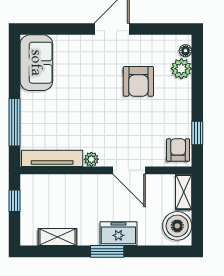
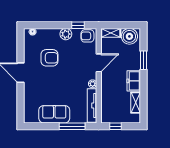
sofa: (36, 63) -> (54, 114), moved
plant: (181, 69) -> (66, 34), moved
freezer: (118, 234) -> (134, 81), moved
window: (107, 251) -> (143, 60), moved

